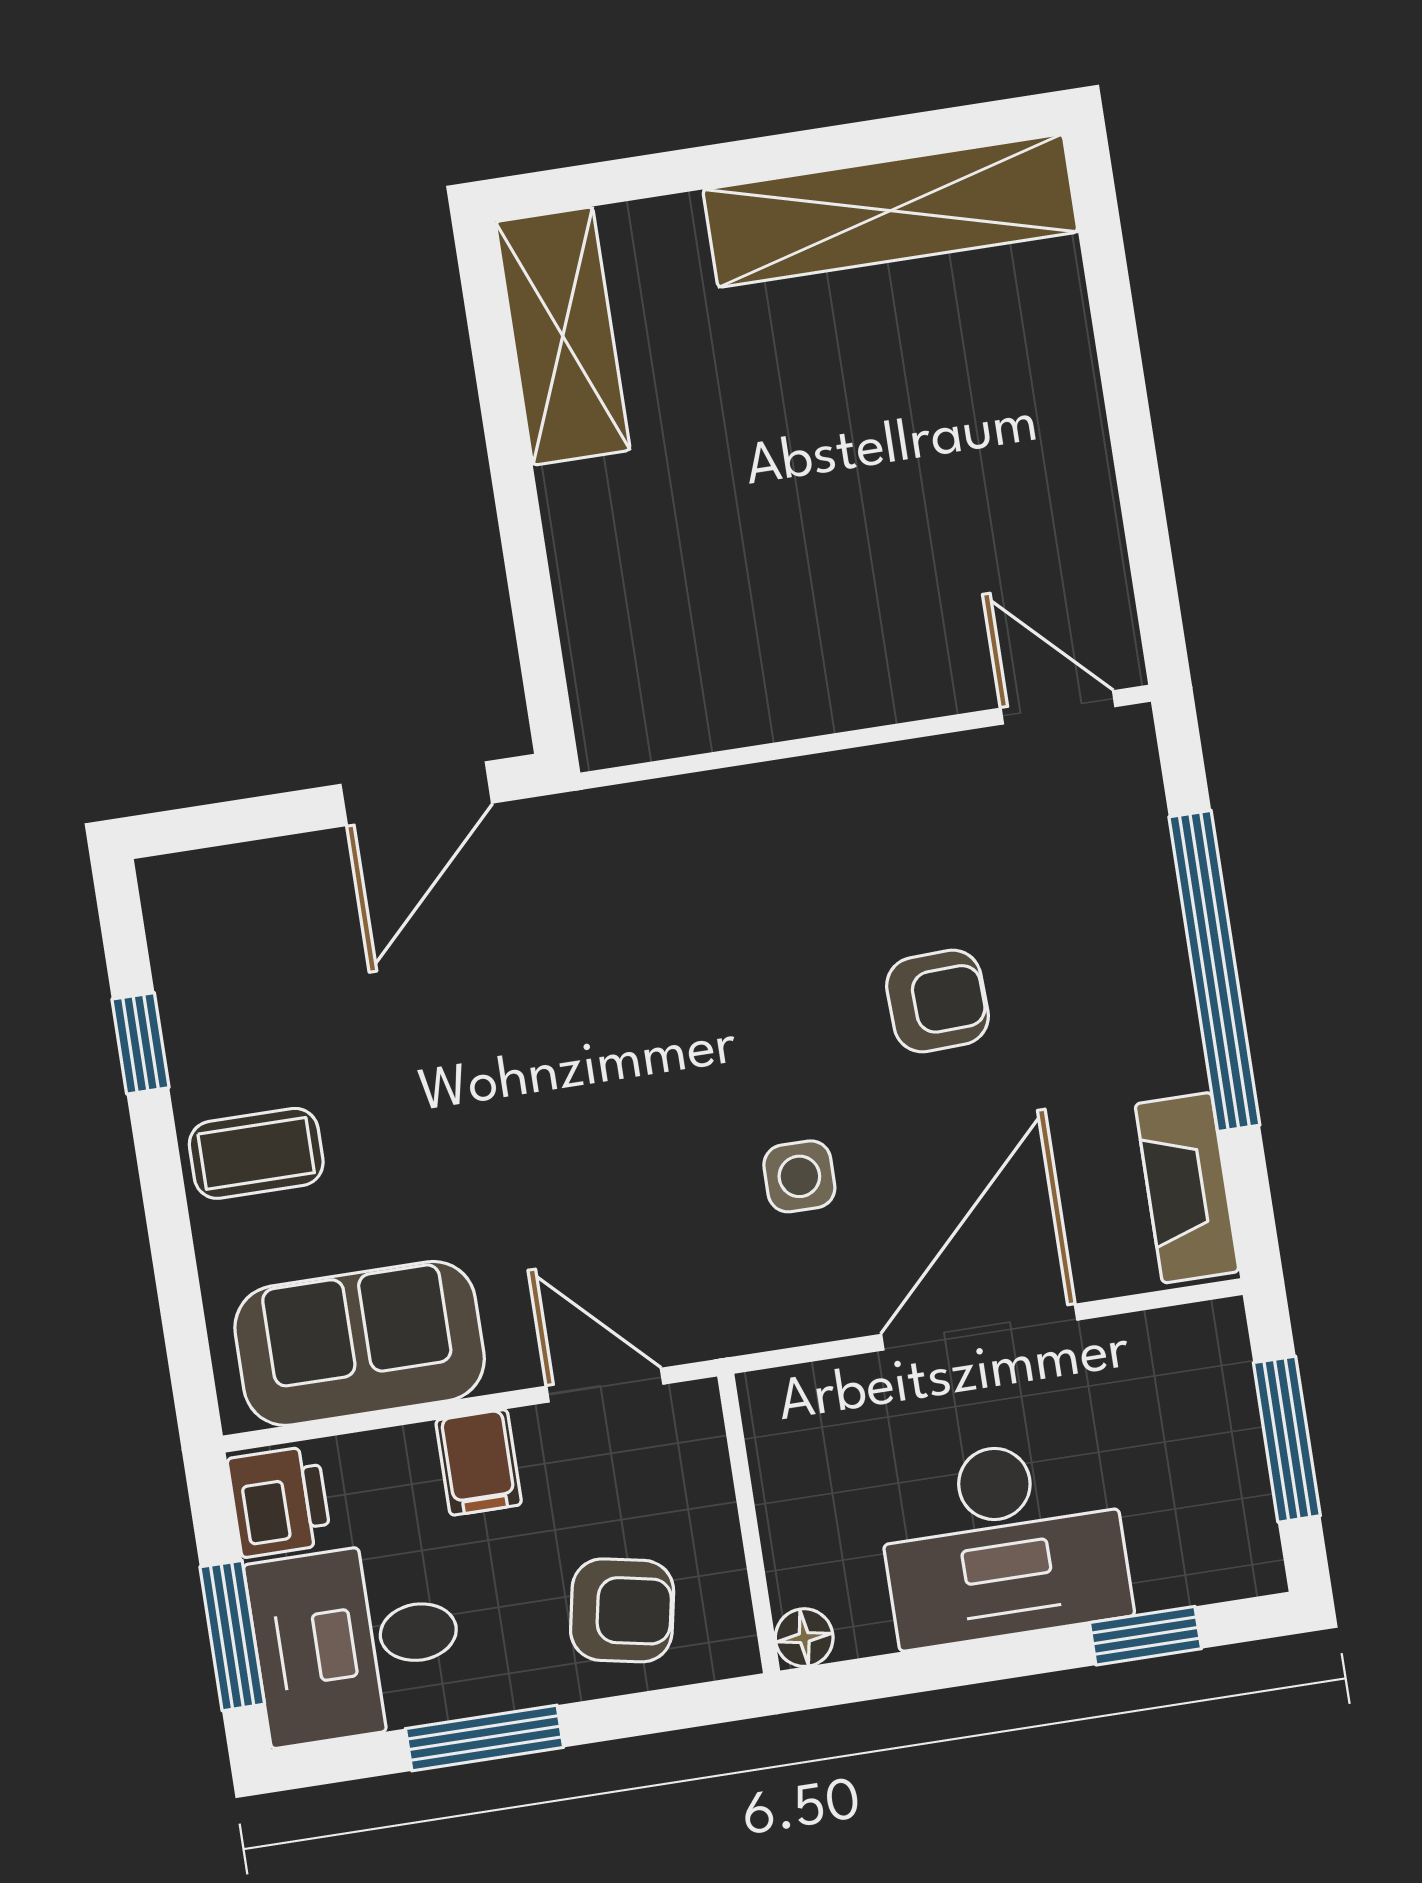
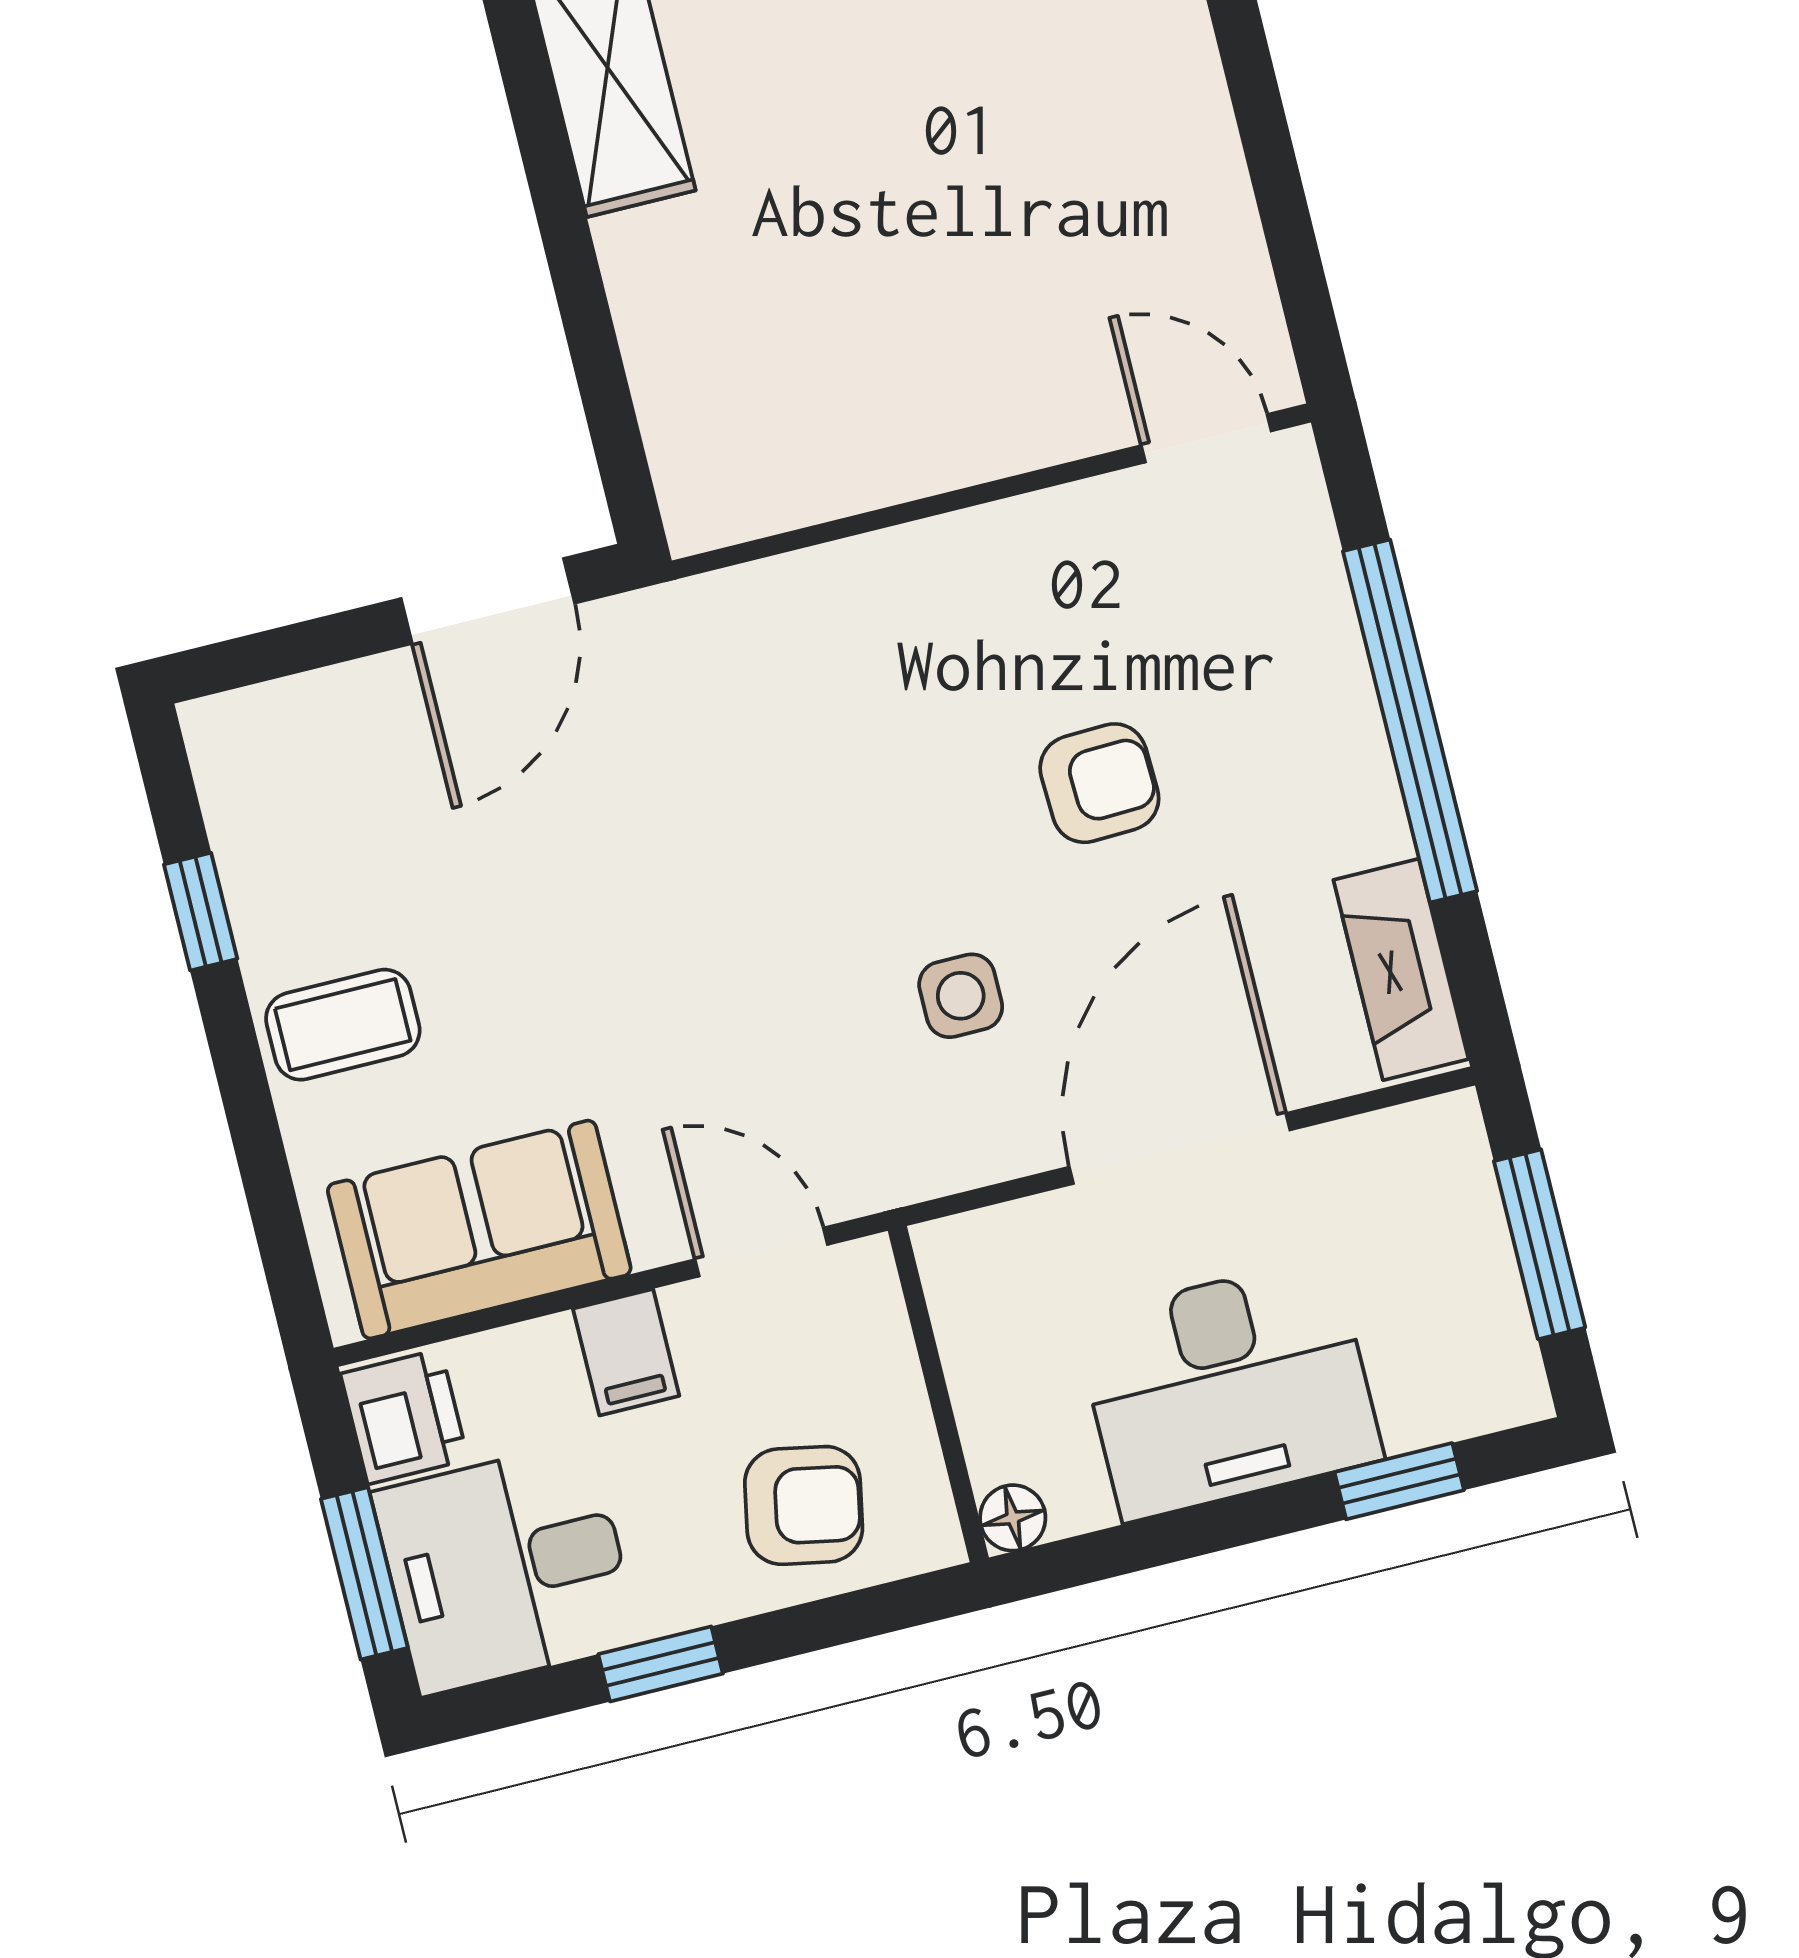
window: (484, 1738) -> (661, 1664), width x0.67

